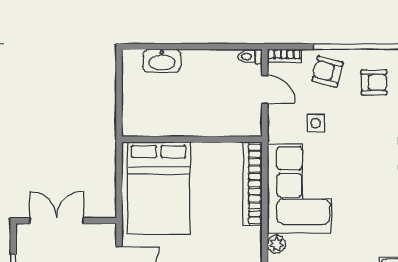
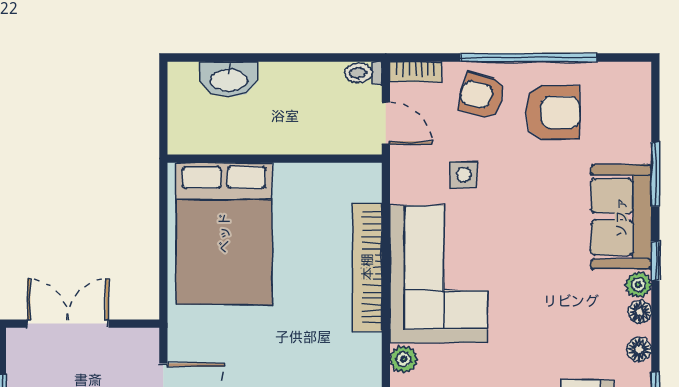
armchair: (374, 82) -> (553, 112), width x1.38, depth x1.38
wall: (192, 139) -> (275, 159), moved
bed: (159, 188) -> (224, 233), moved

